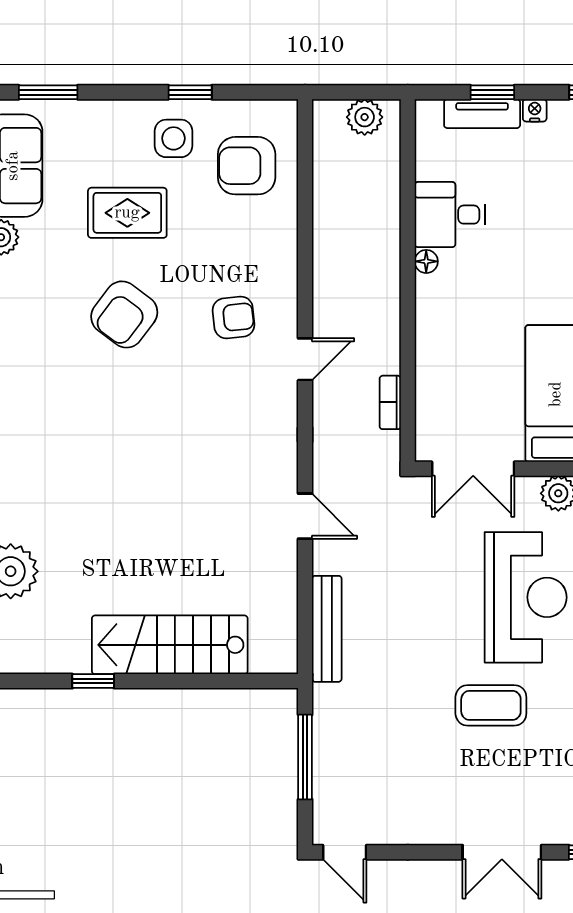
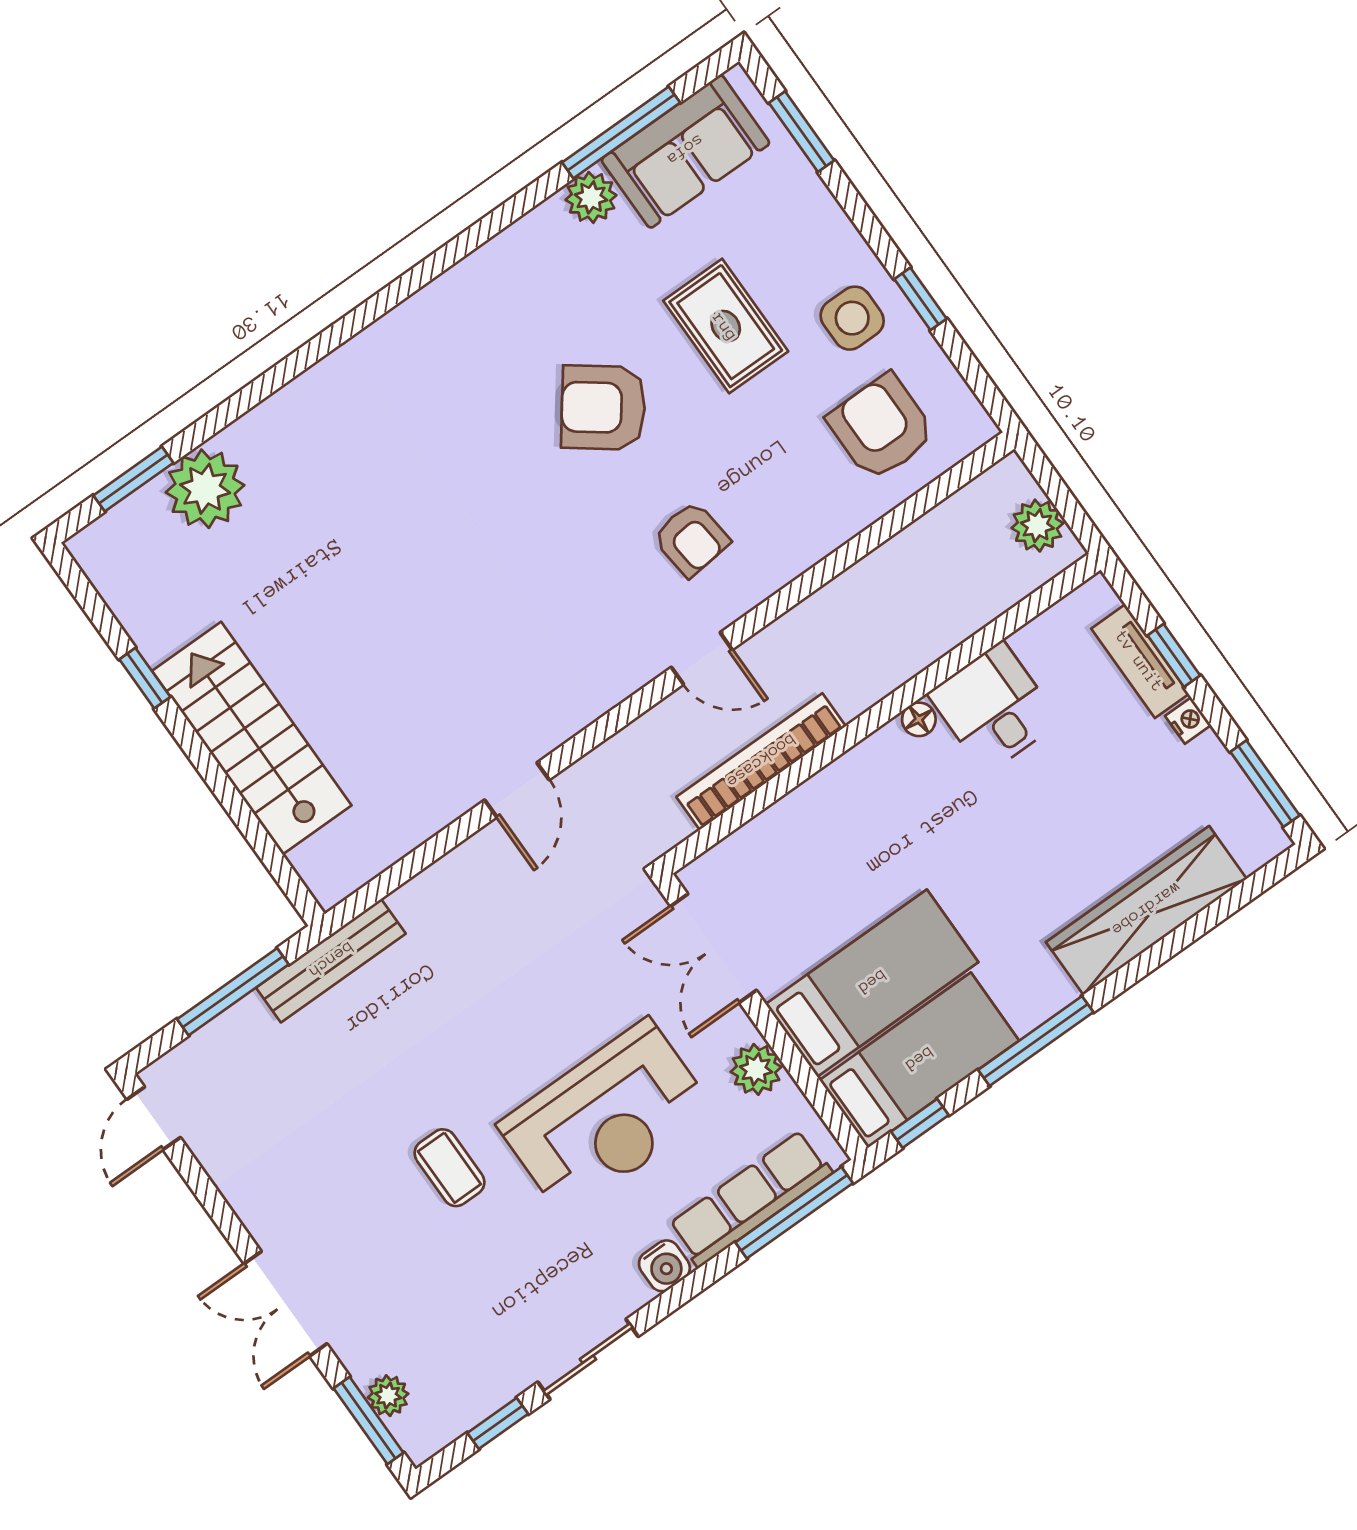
bookcase: (390, 402) -> (761, 762), width x2.31, depth x1.31
bench: (327, 629) -> (331, 961), moved
coffee table: (491, 705) -> (449, 1168), width x0.73, depth x0.77

